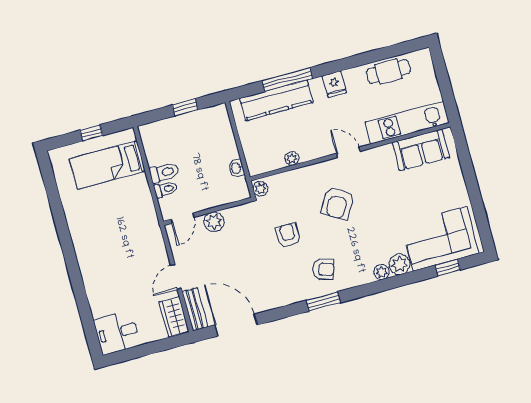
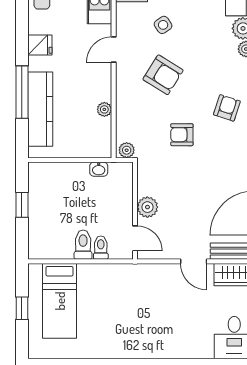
side table: (383, 191) -> (163, 25), added

